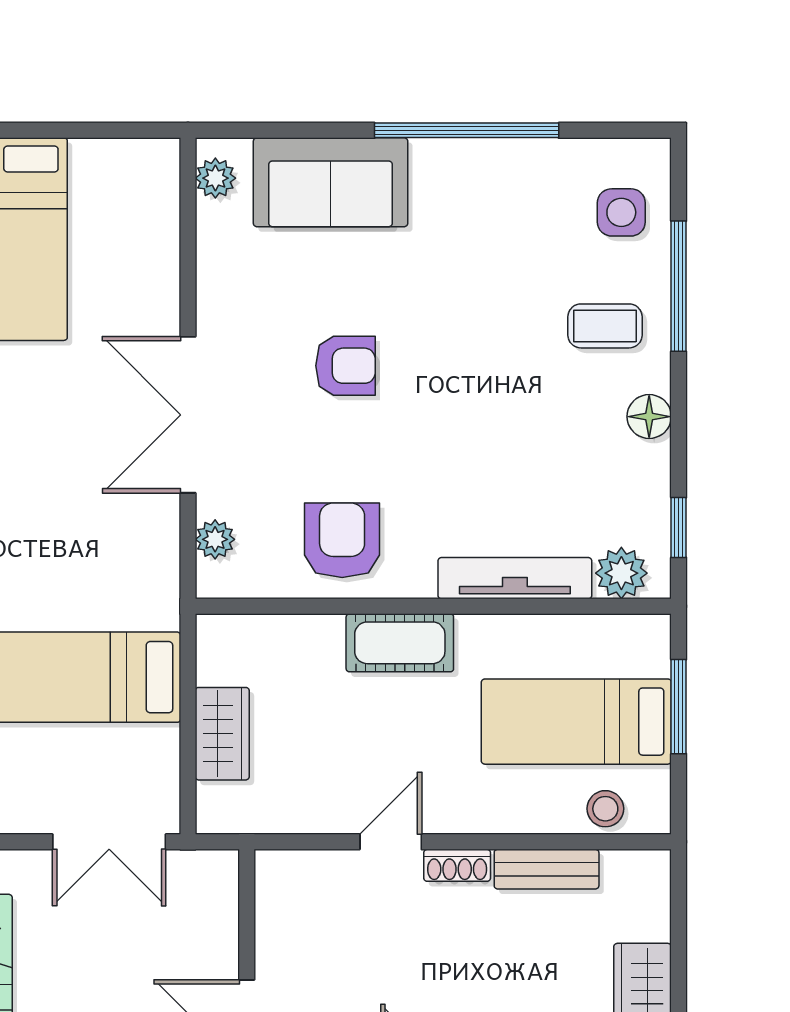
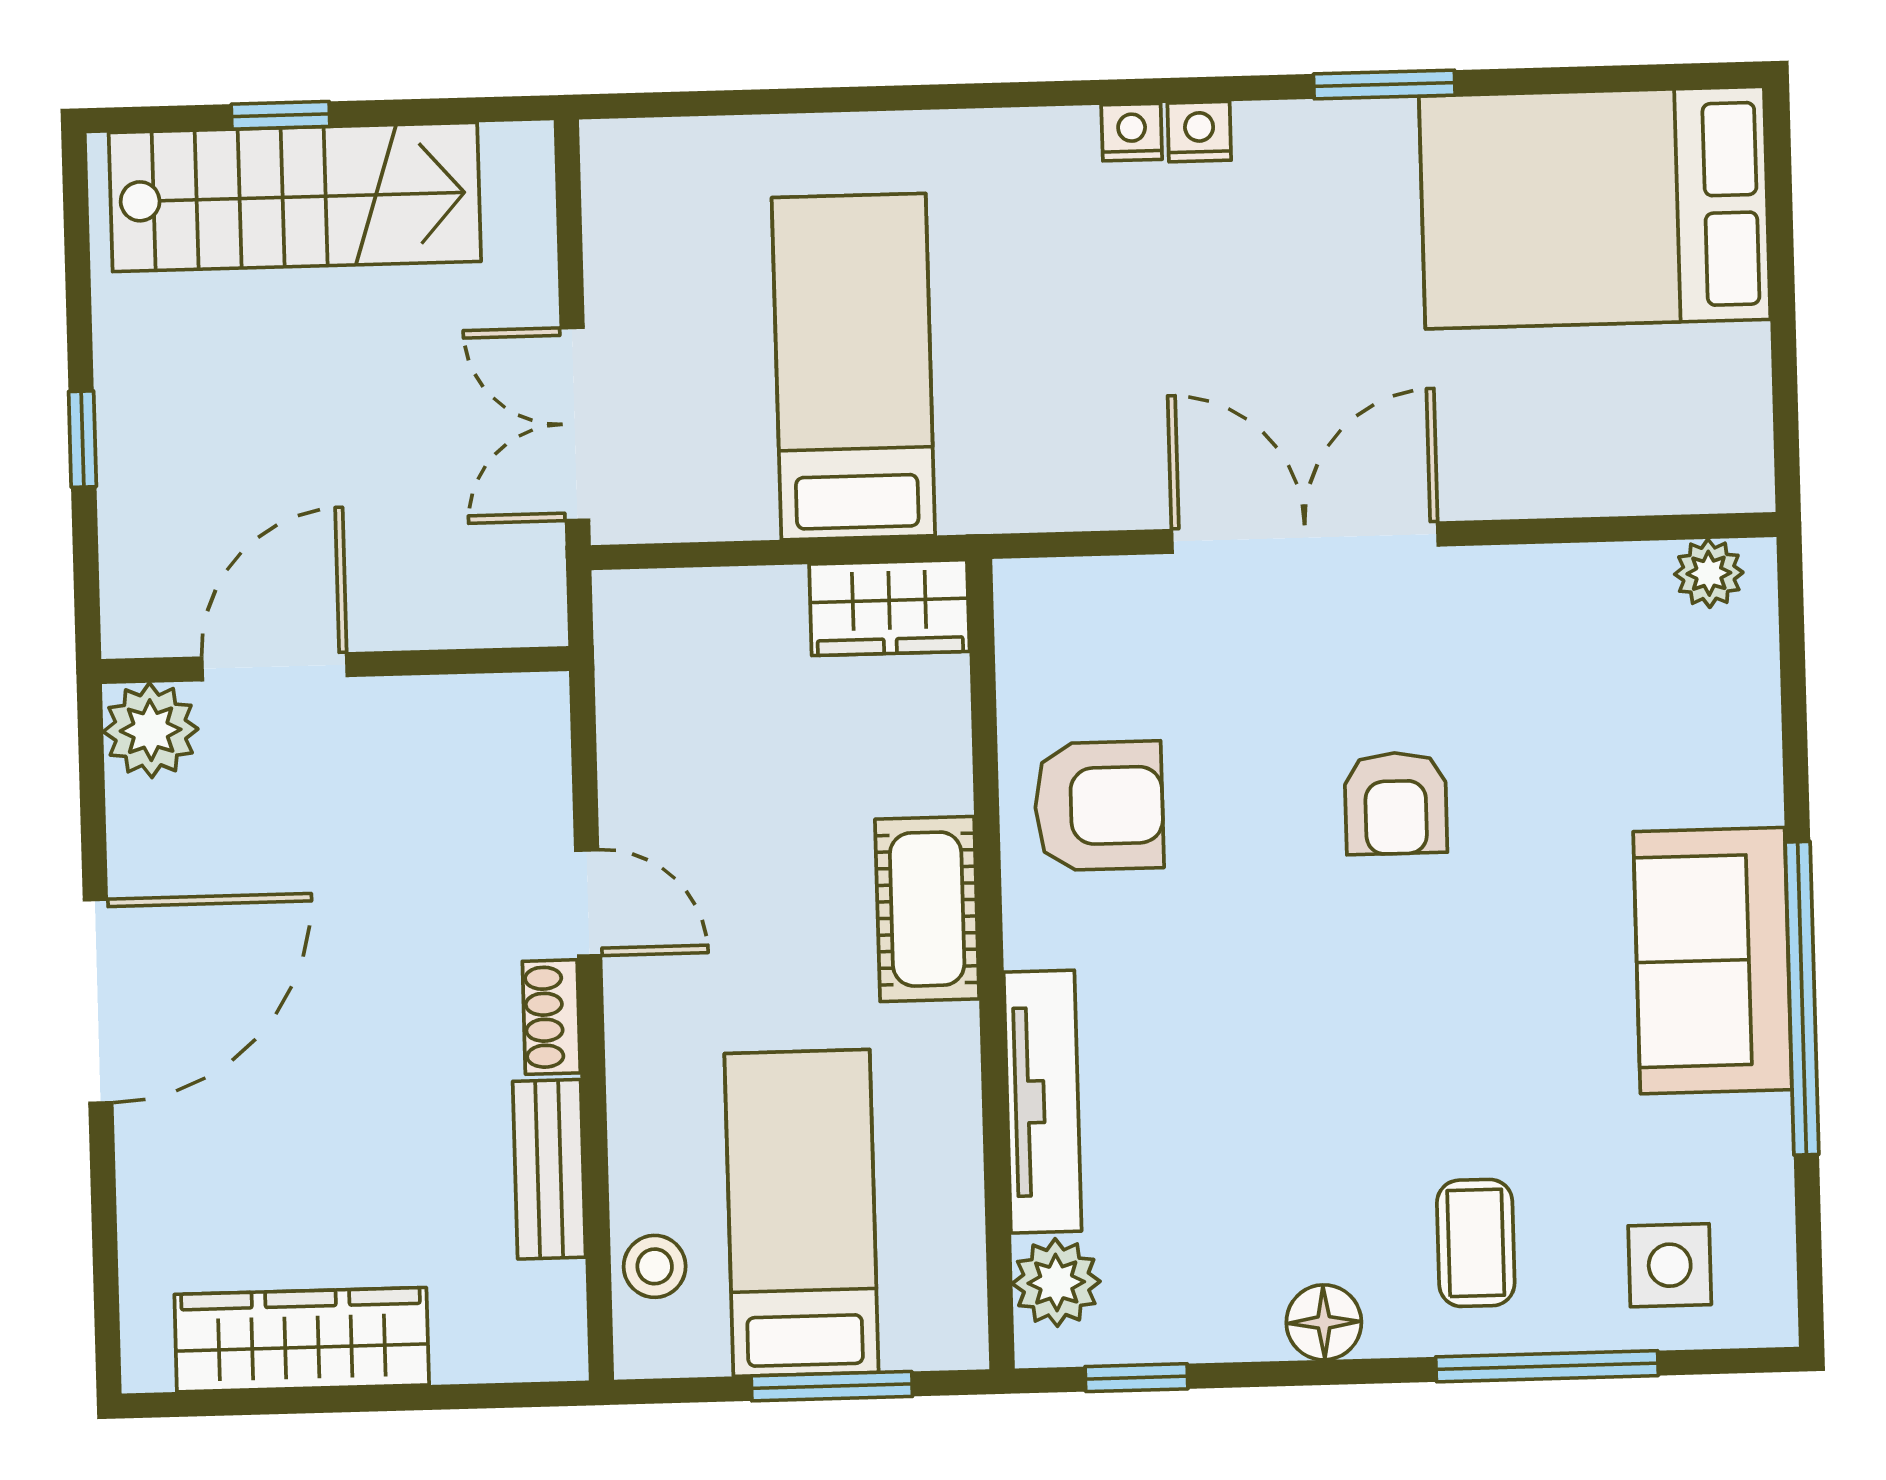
sofa: (331, 182) -> (1713, 961), moved
plant: (215, 539) -> (1094, 590), removed
wardrobe: (222, 734) -> (889, 608), moved

